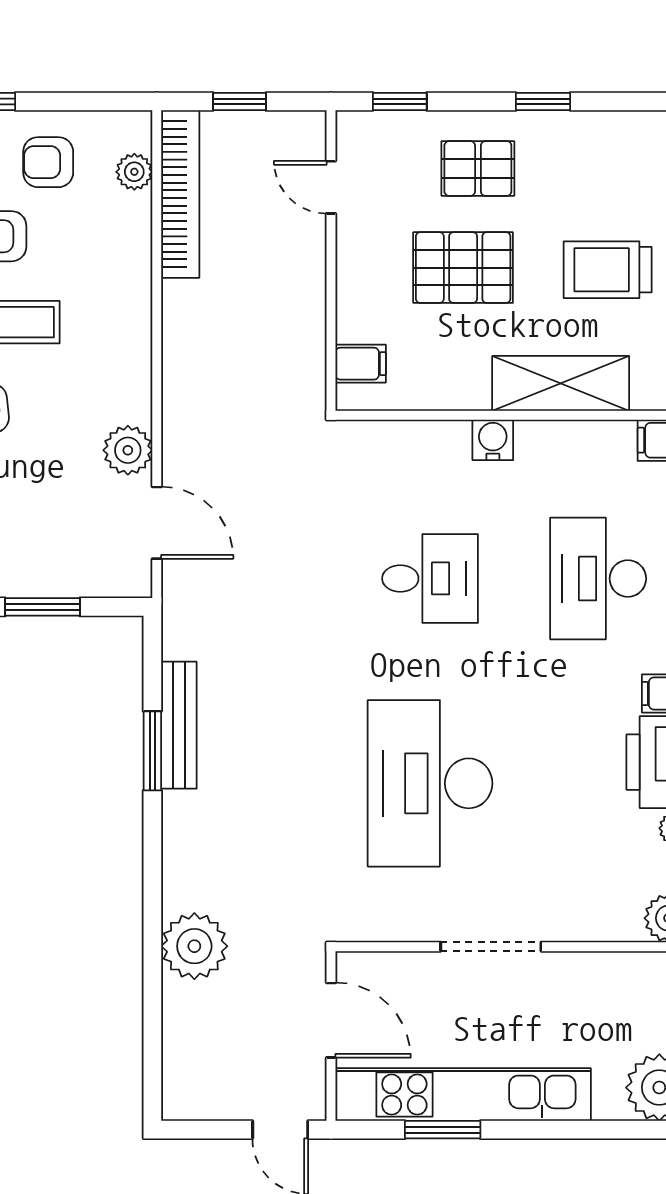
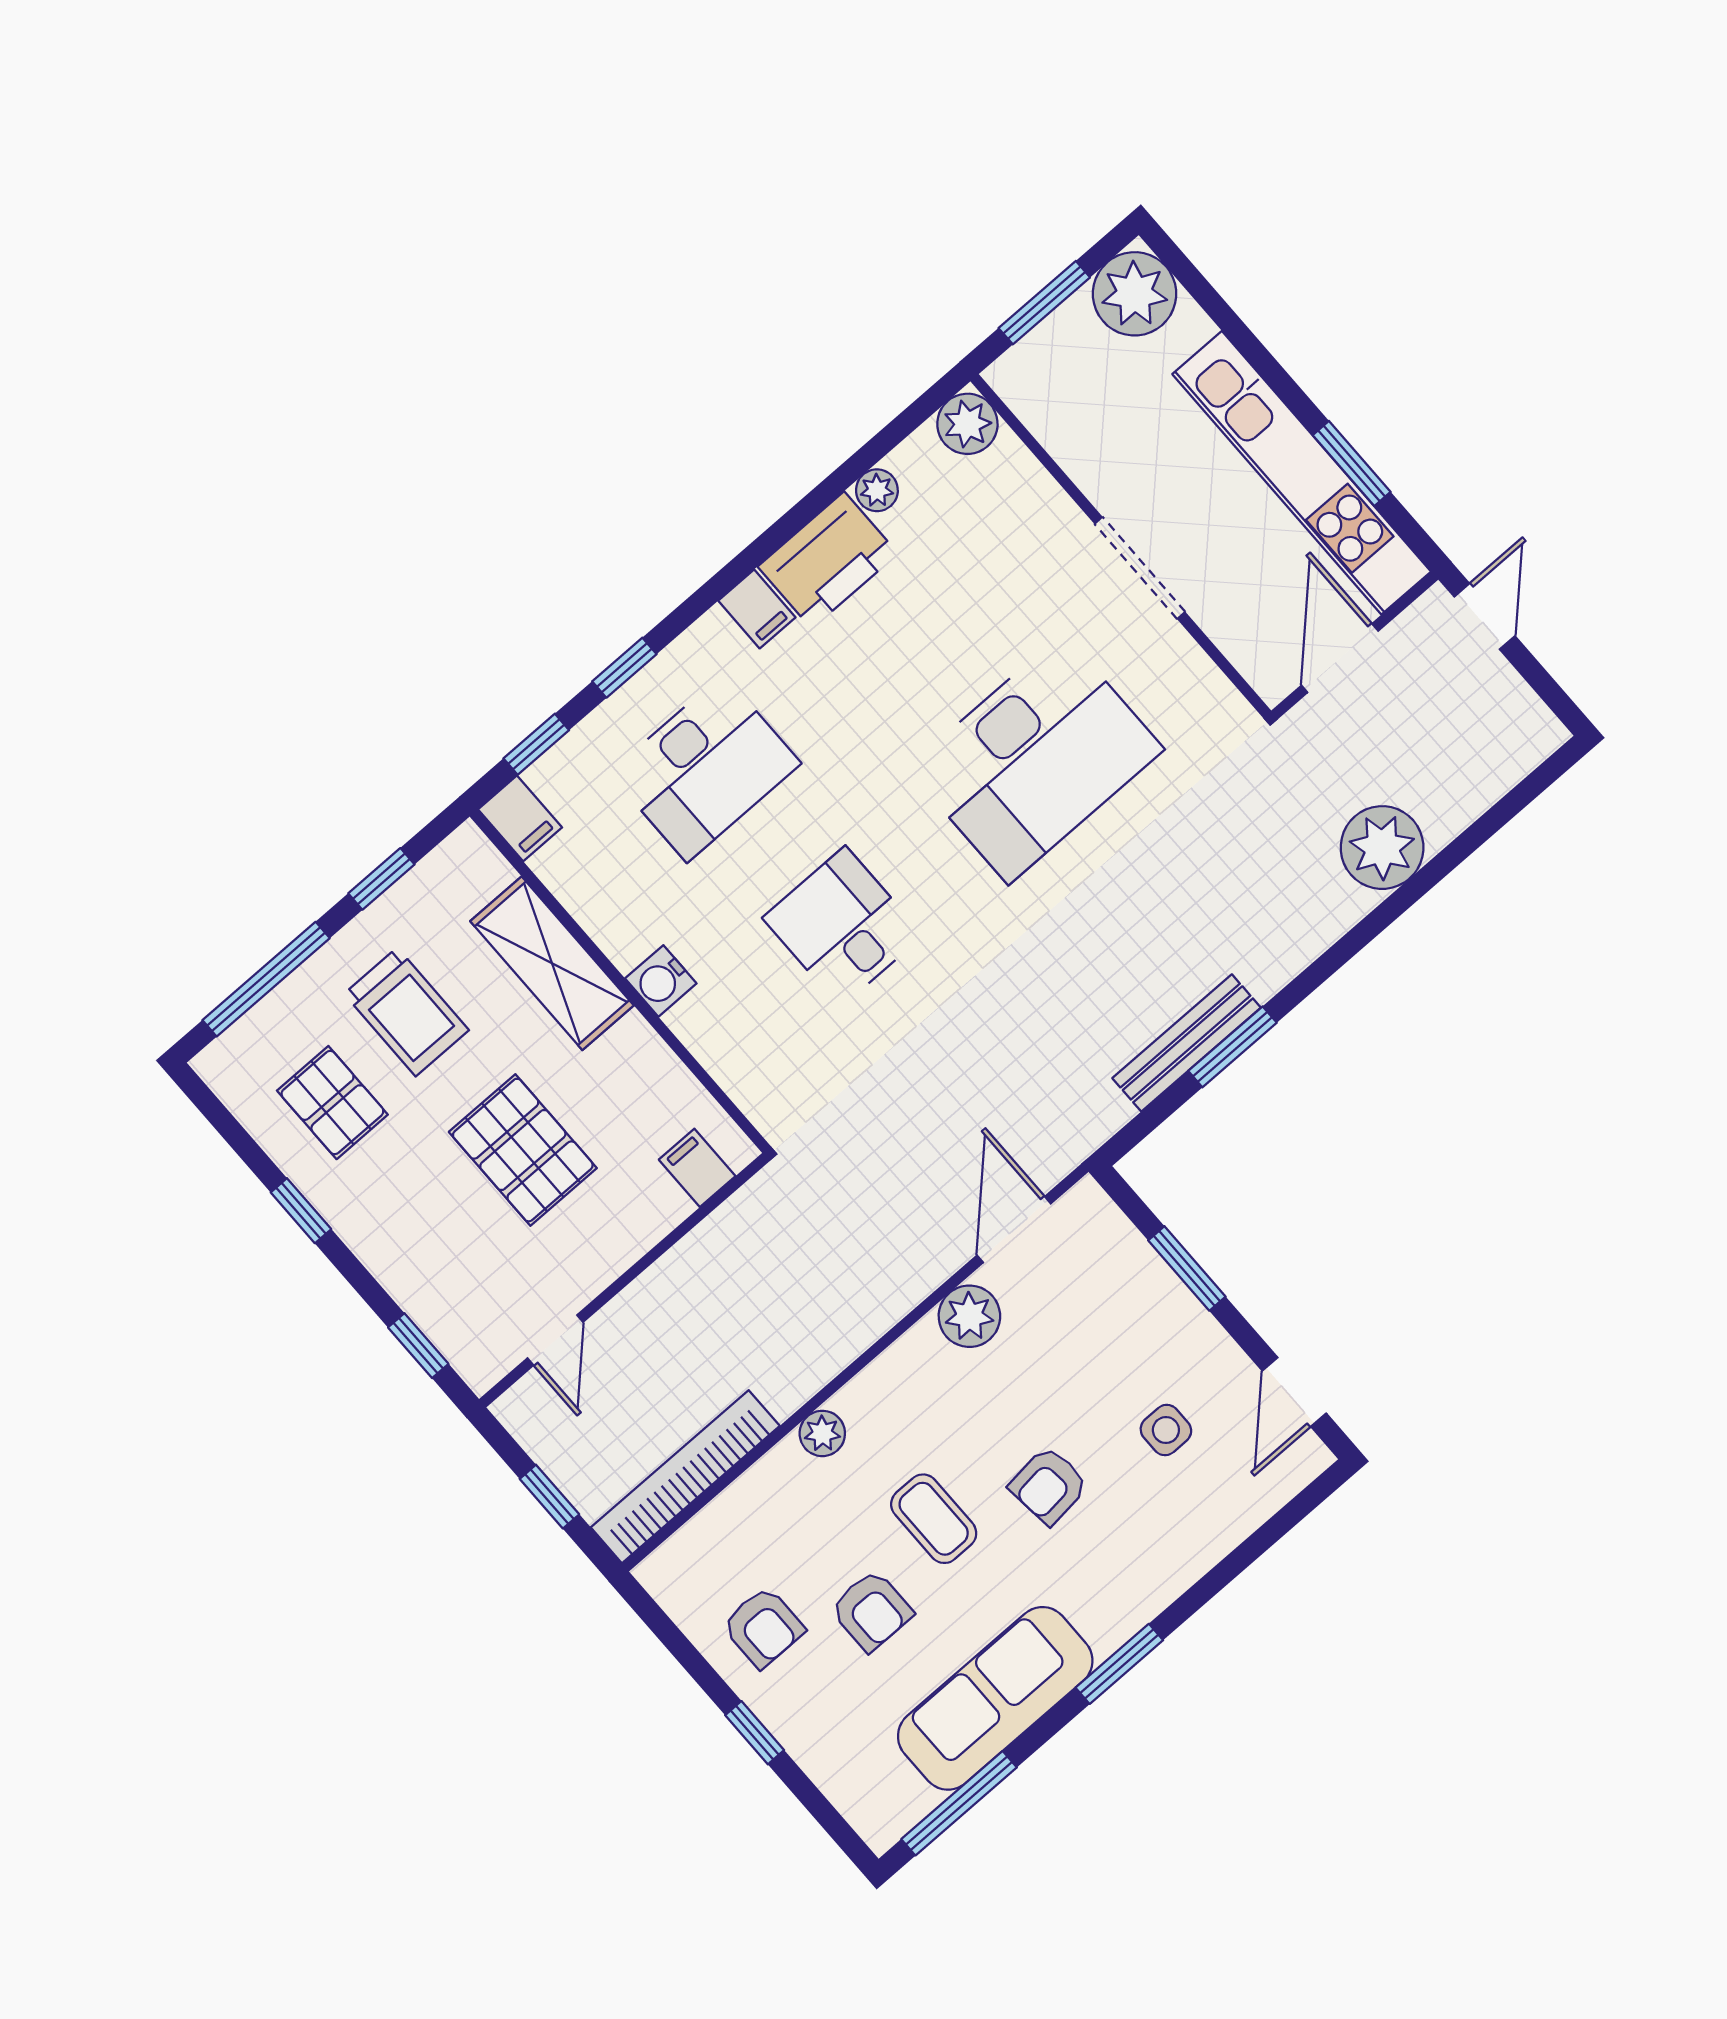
pallet: (478, 169) -> (332, 1103), moved
plant: (134, 172) -> (822, 1433), moved

